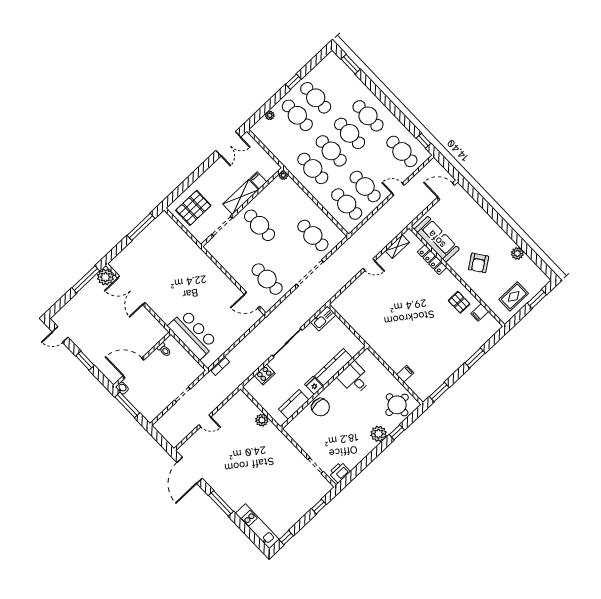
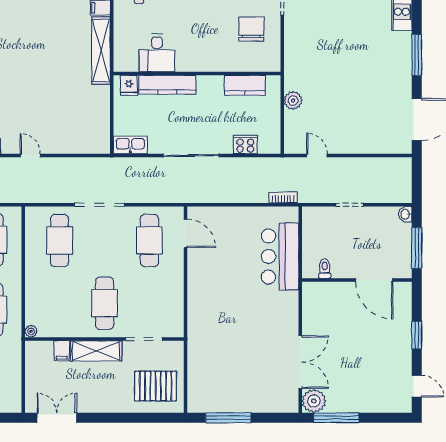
shelving: (384, 352) -> (101, 51), added
fridge: (314, 385) -> (129, 85), moved
washbasin: (122, 388) -> (405, 214), moved
chair: (321, 407) -> (251, 29), moved
door: (205, 421) -> (317, 155), moved

